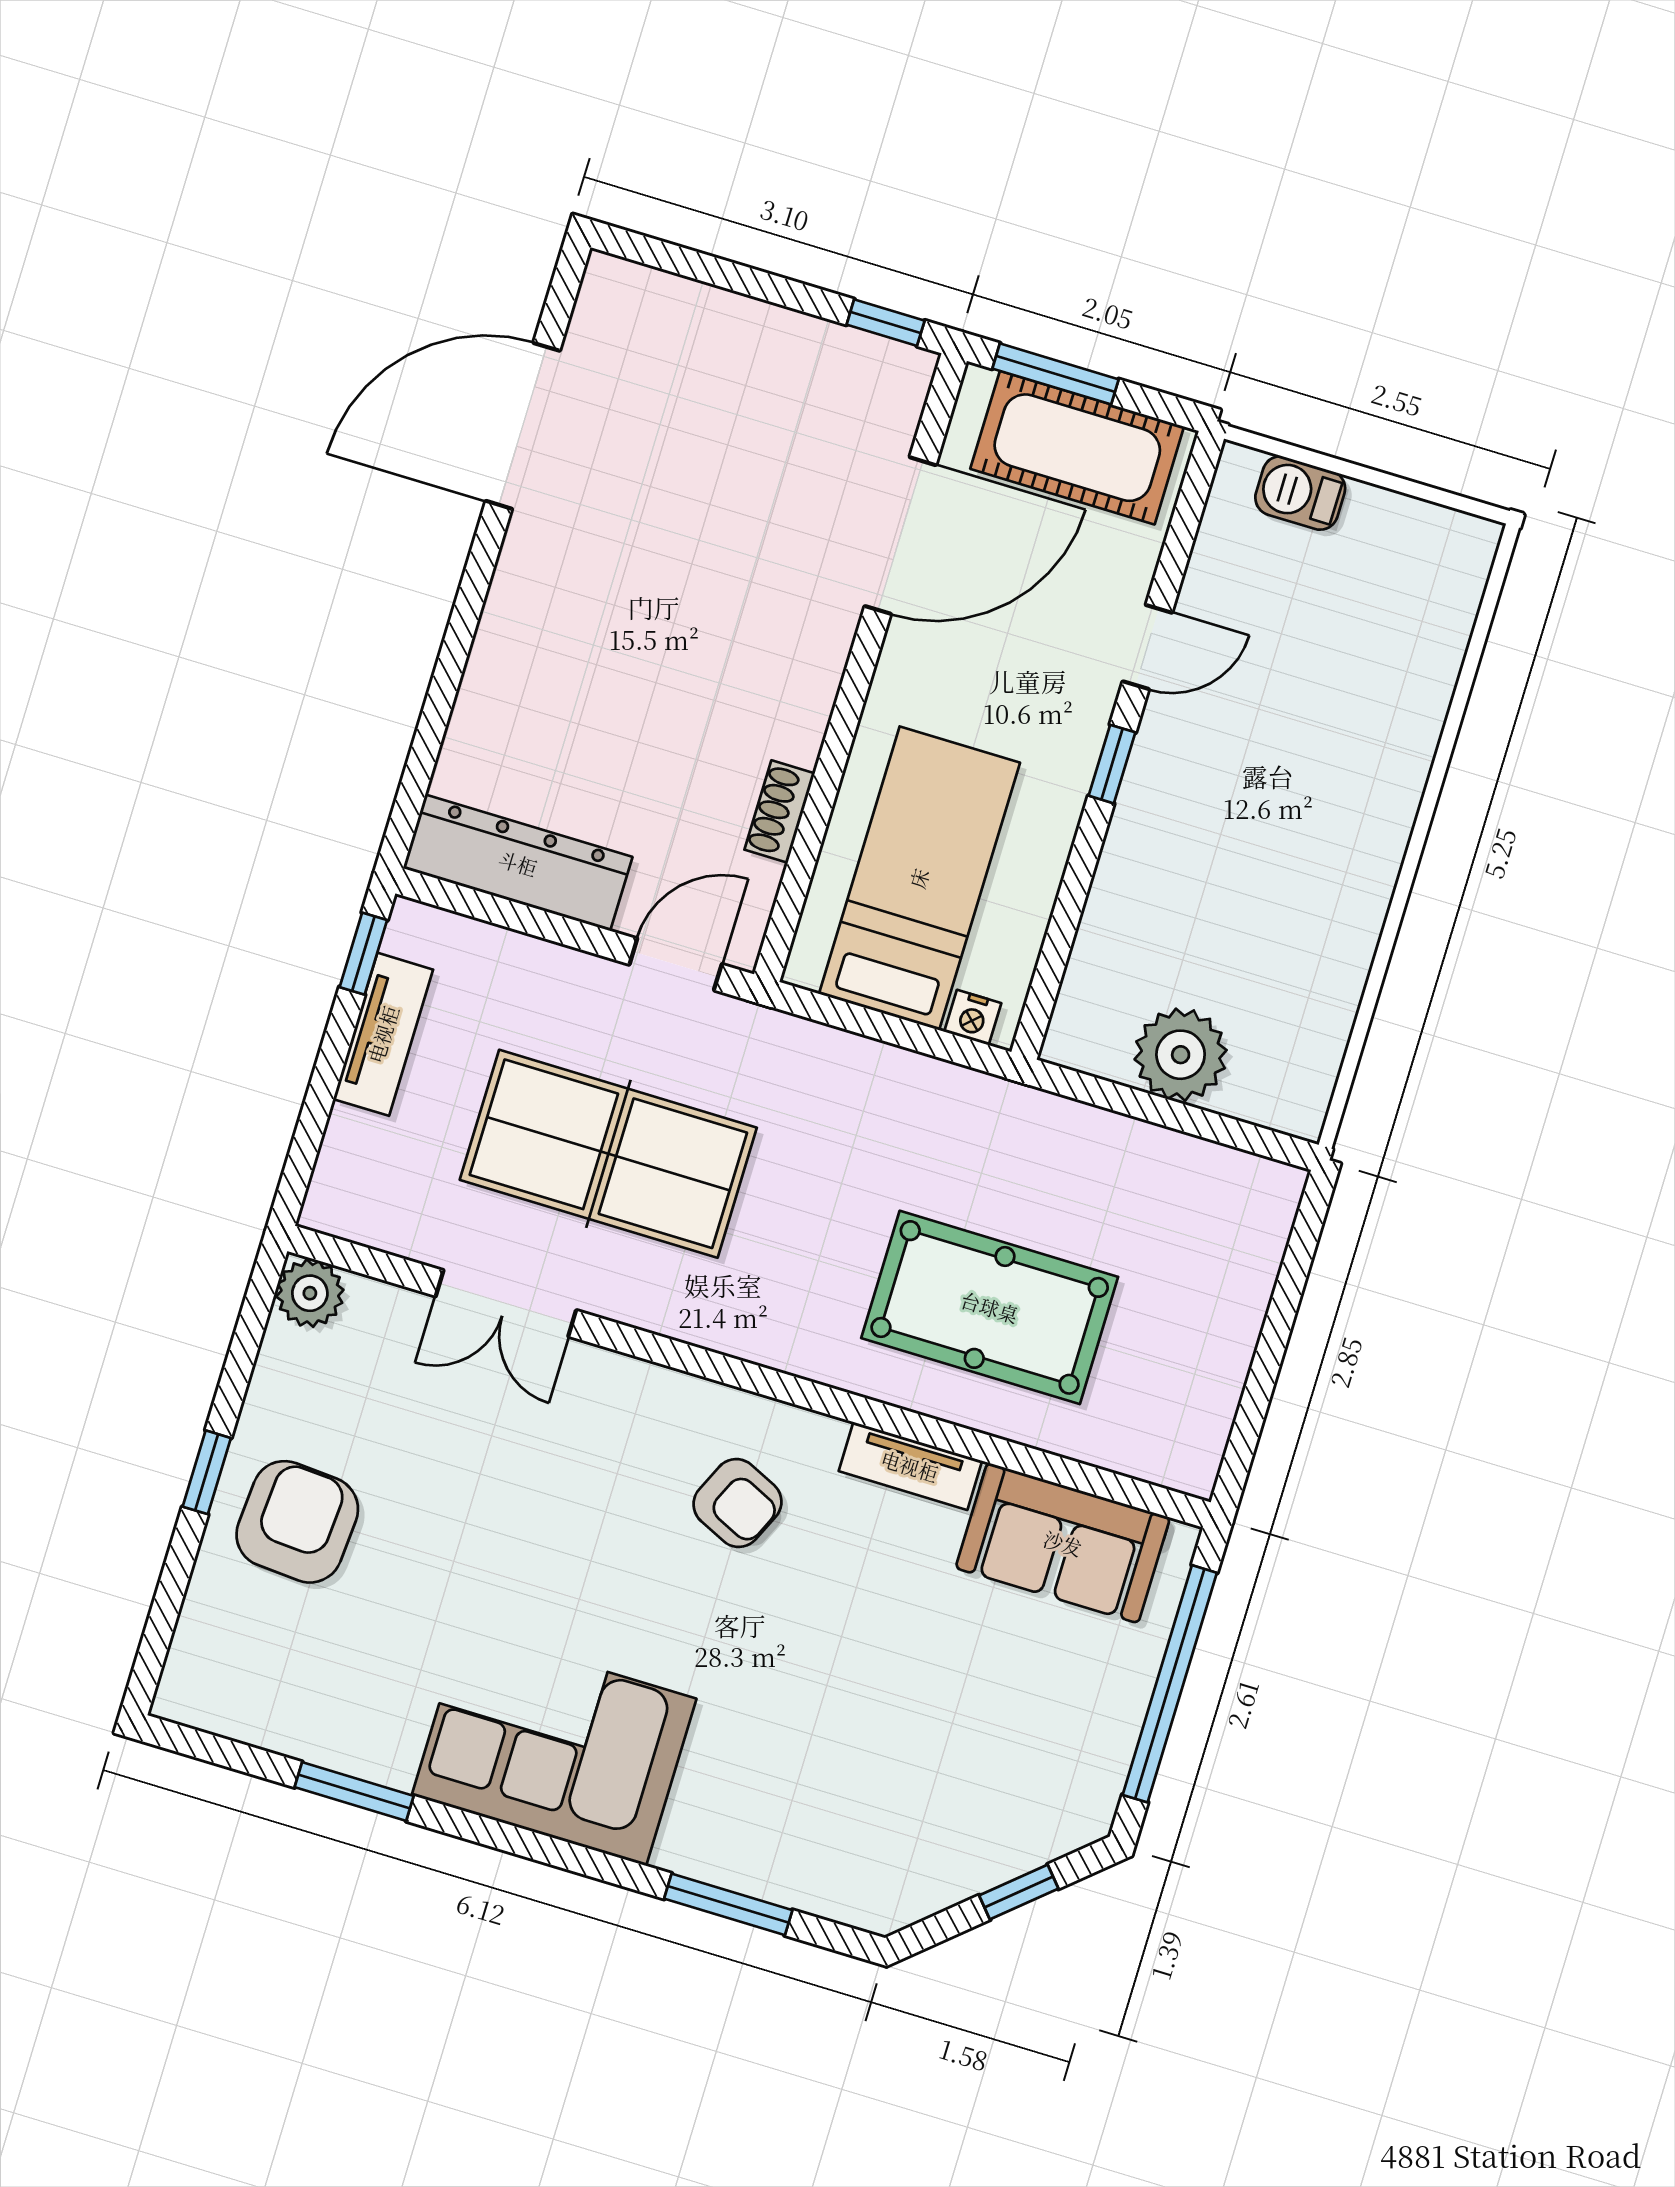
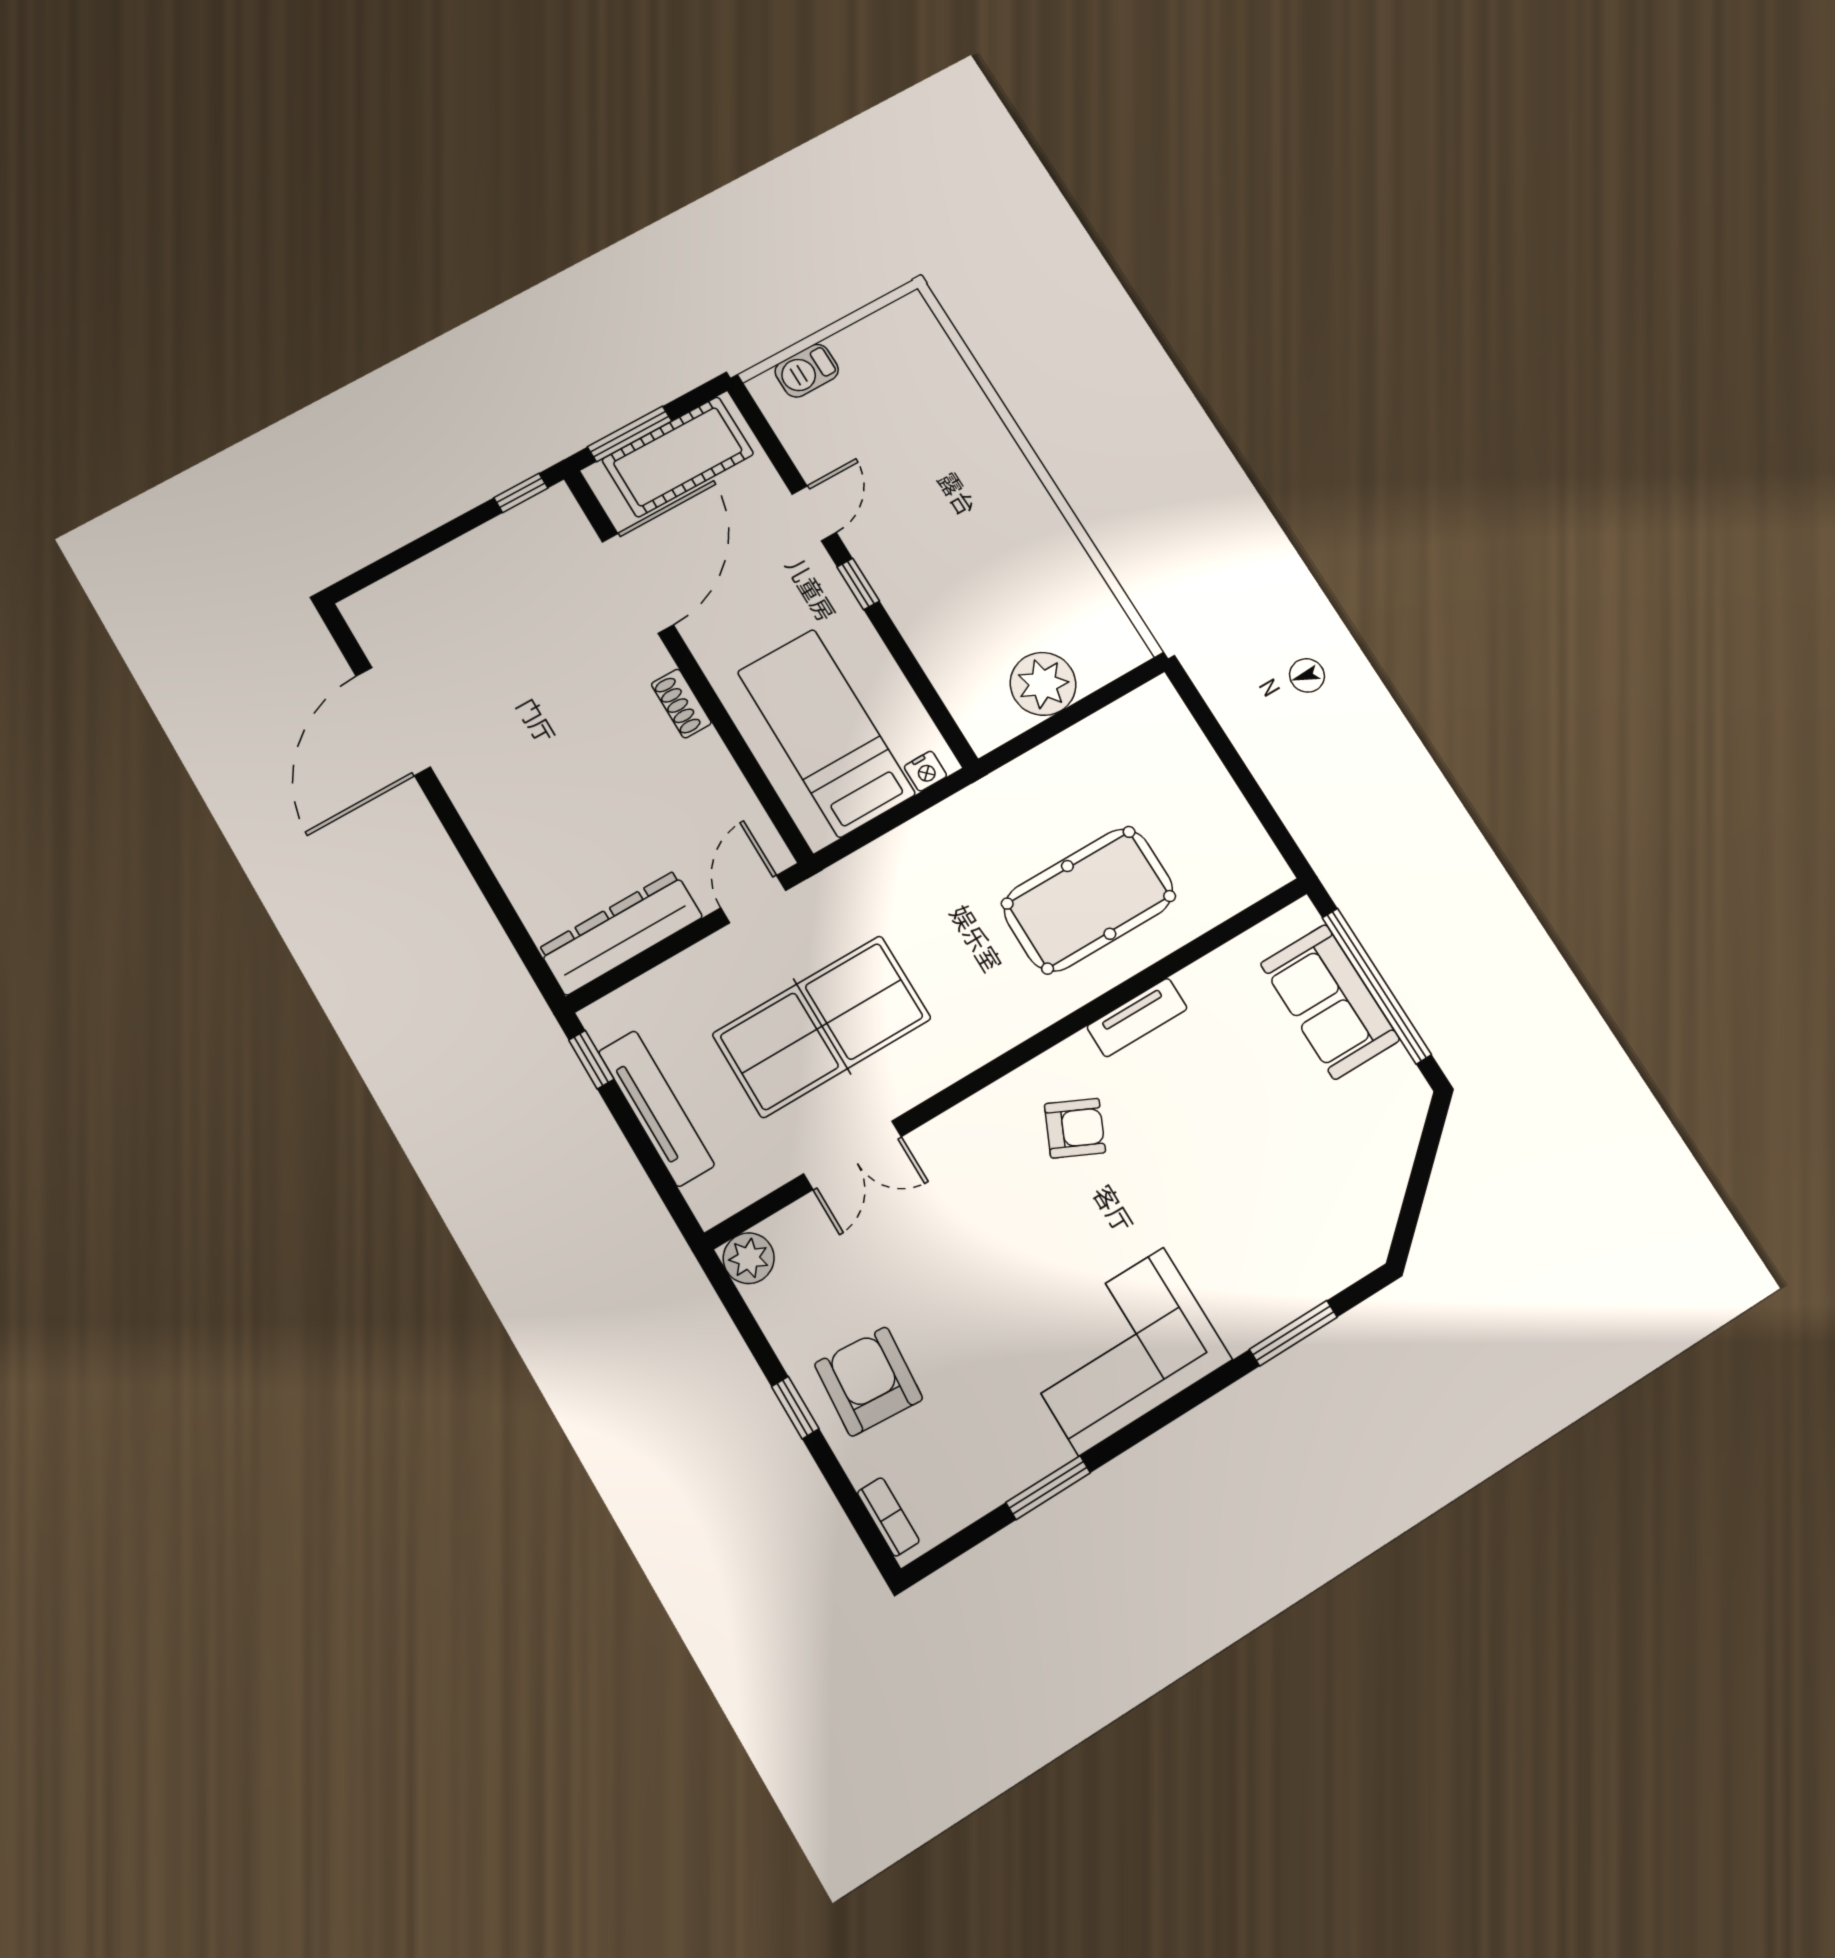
shoe rack: (780, 811) -> (681, 704), moved
tv unit: (383, 1034) -> (656, 1108), width x1.41
sofa: (1063, 1543) -> (1330, 1002), moved, turned 90
bookcase: (185, 1659) -> (888, 1517), added
window: (1019, 1892) -> (1422, 1167), removed

